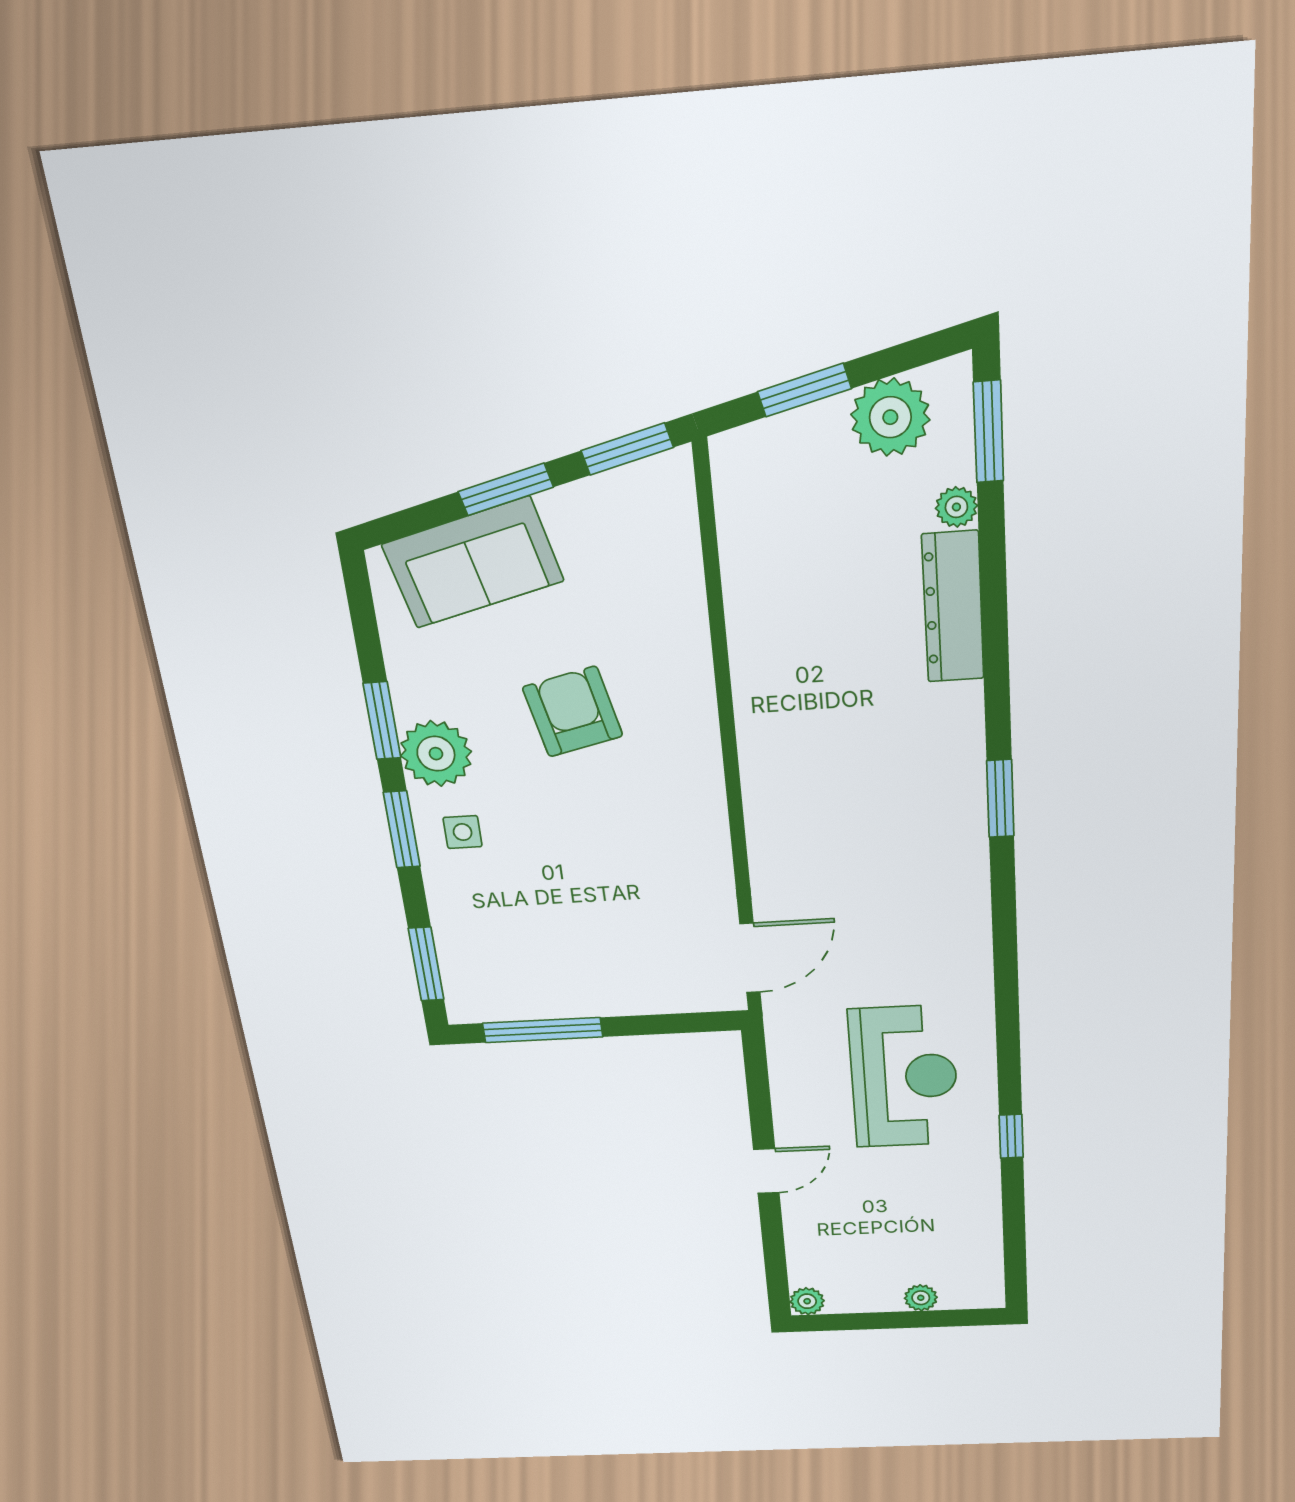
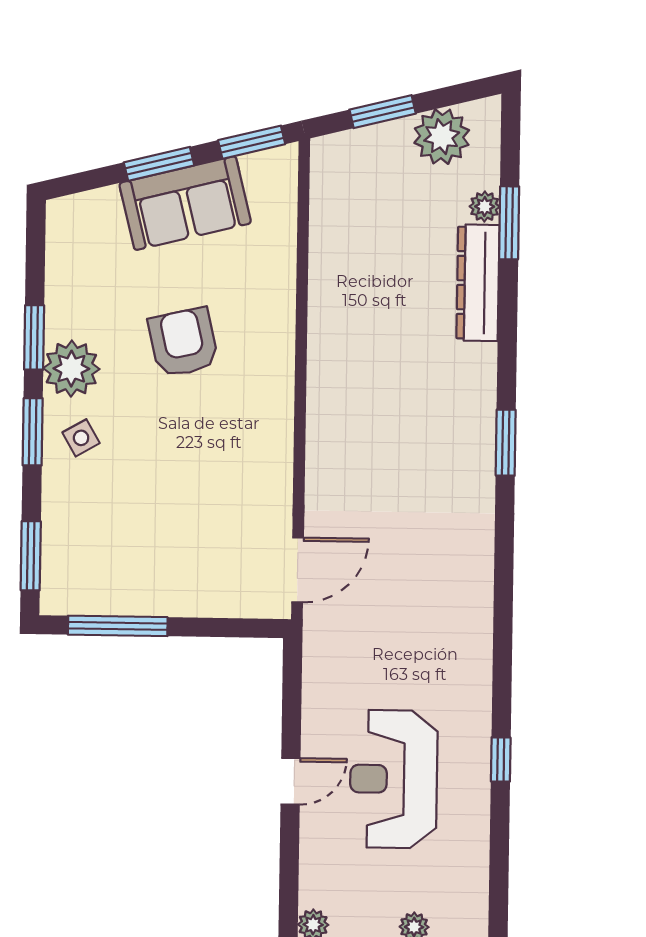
window: (988, 432) -> (509, 223), moved
sofa: (473, 563) -> (185, 203), moved
side table: (463, 832) -> (81, 438), turned -30
reception desk: (904, 1077) -> (394, 779), moved, turned 180

